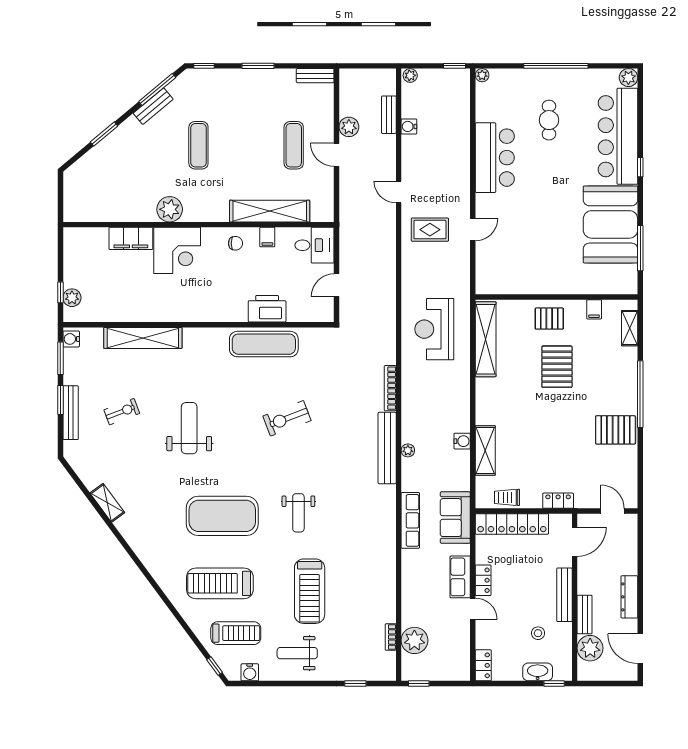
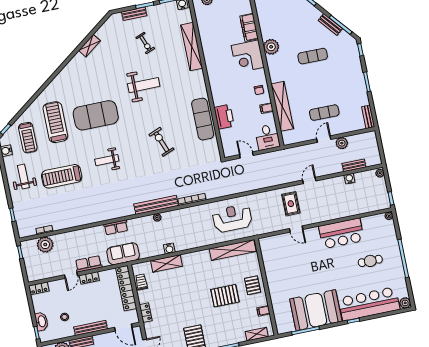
bench: (71, 413) -> (134, 14), width x0.73
exercise mat: (222, 516) -> (96, 115), turned 90
row of seats: (410, 520) -> (116, 227), width x0.68

